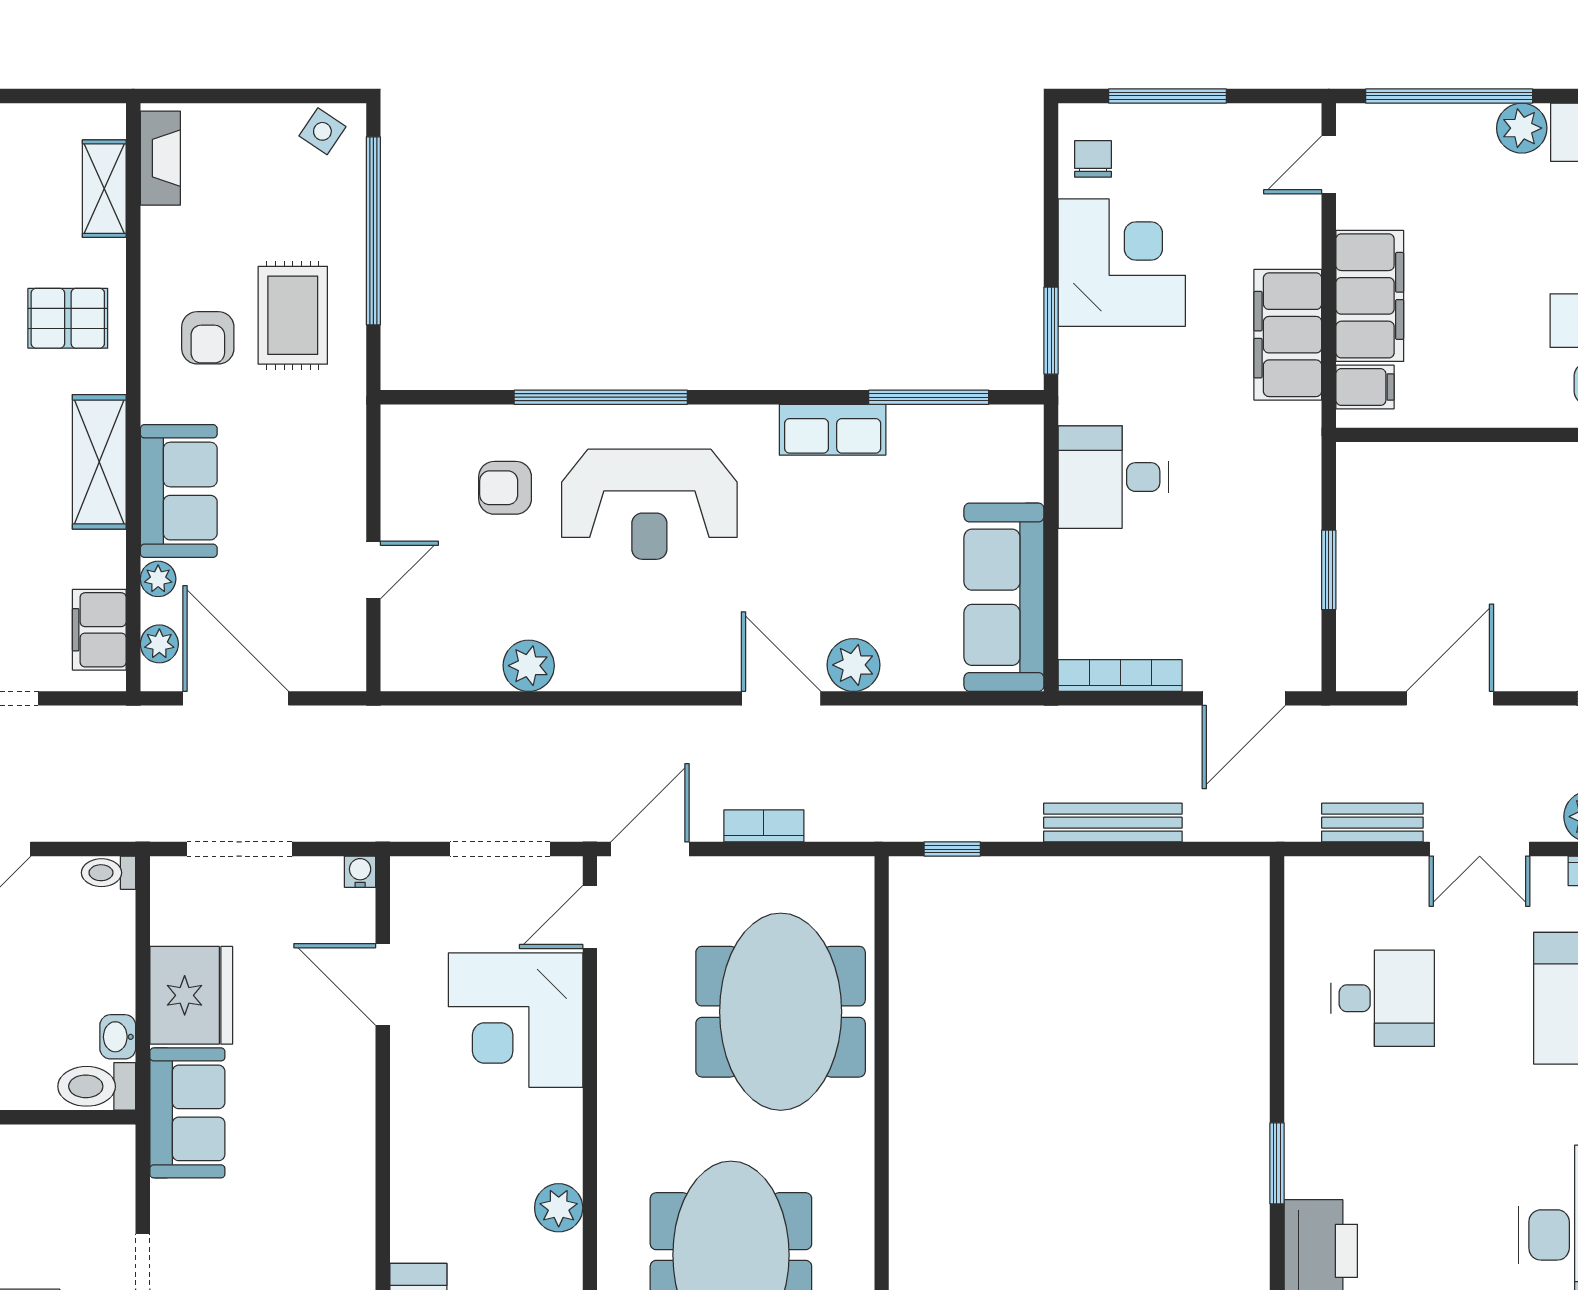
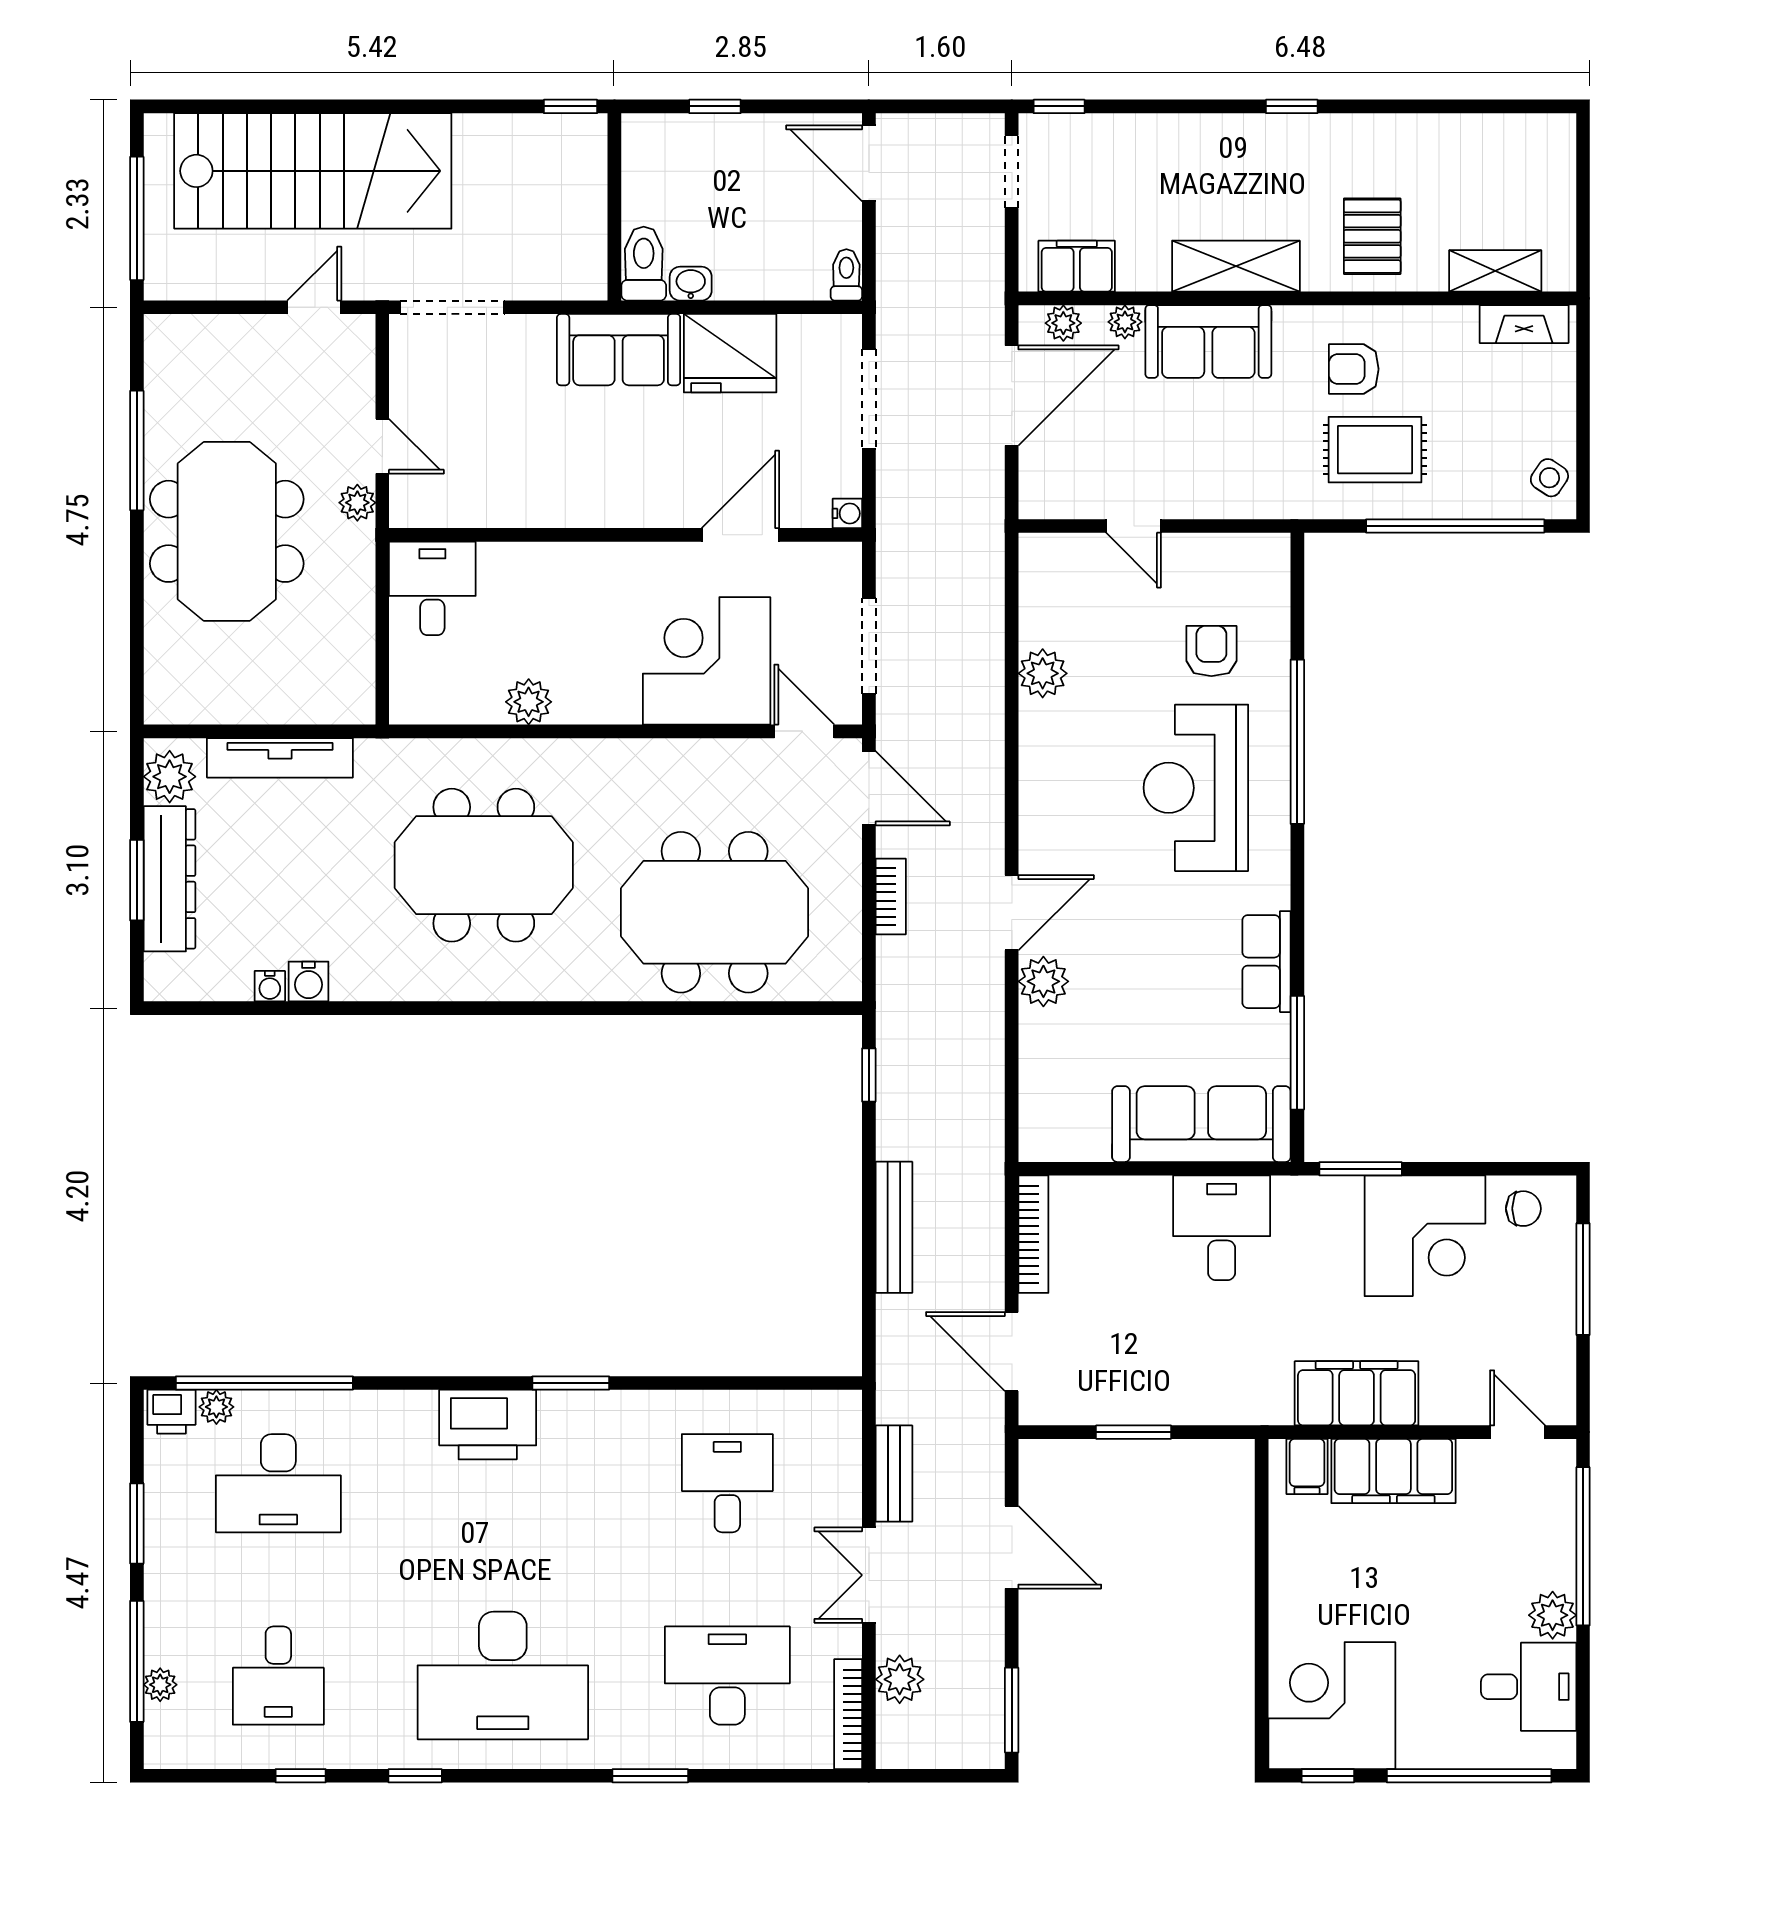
sofa: (1004, 597) -> (1201, 1124), moved
desk: (1383, 998) -> (727, 1483), turned 180

